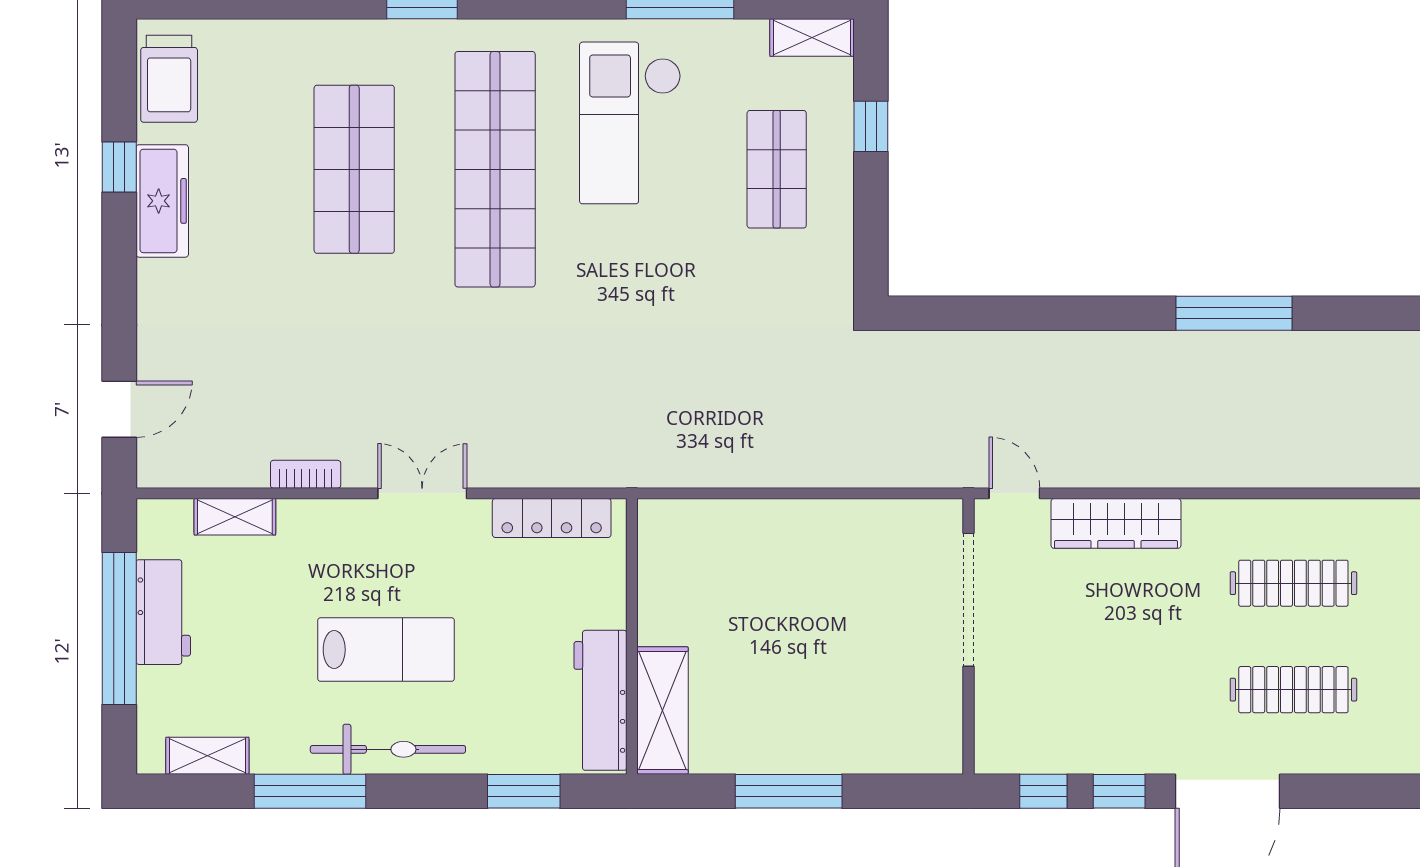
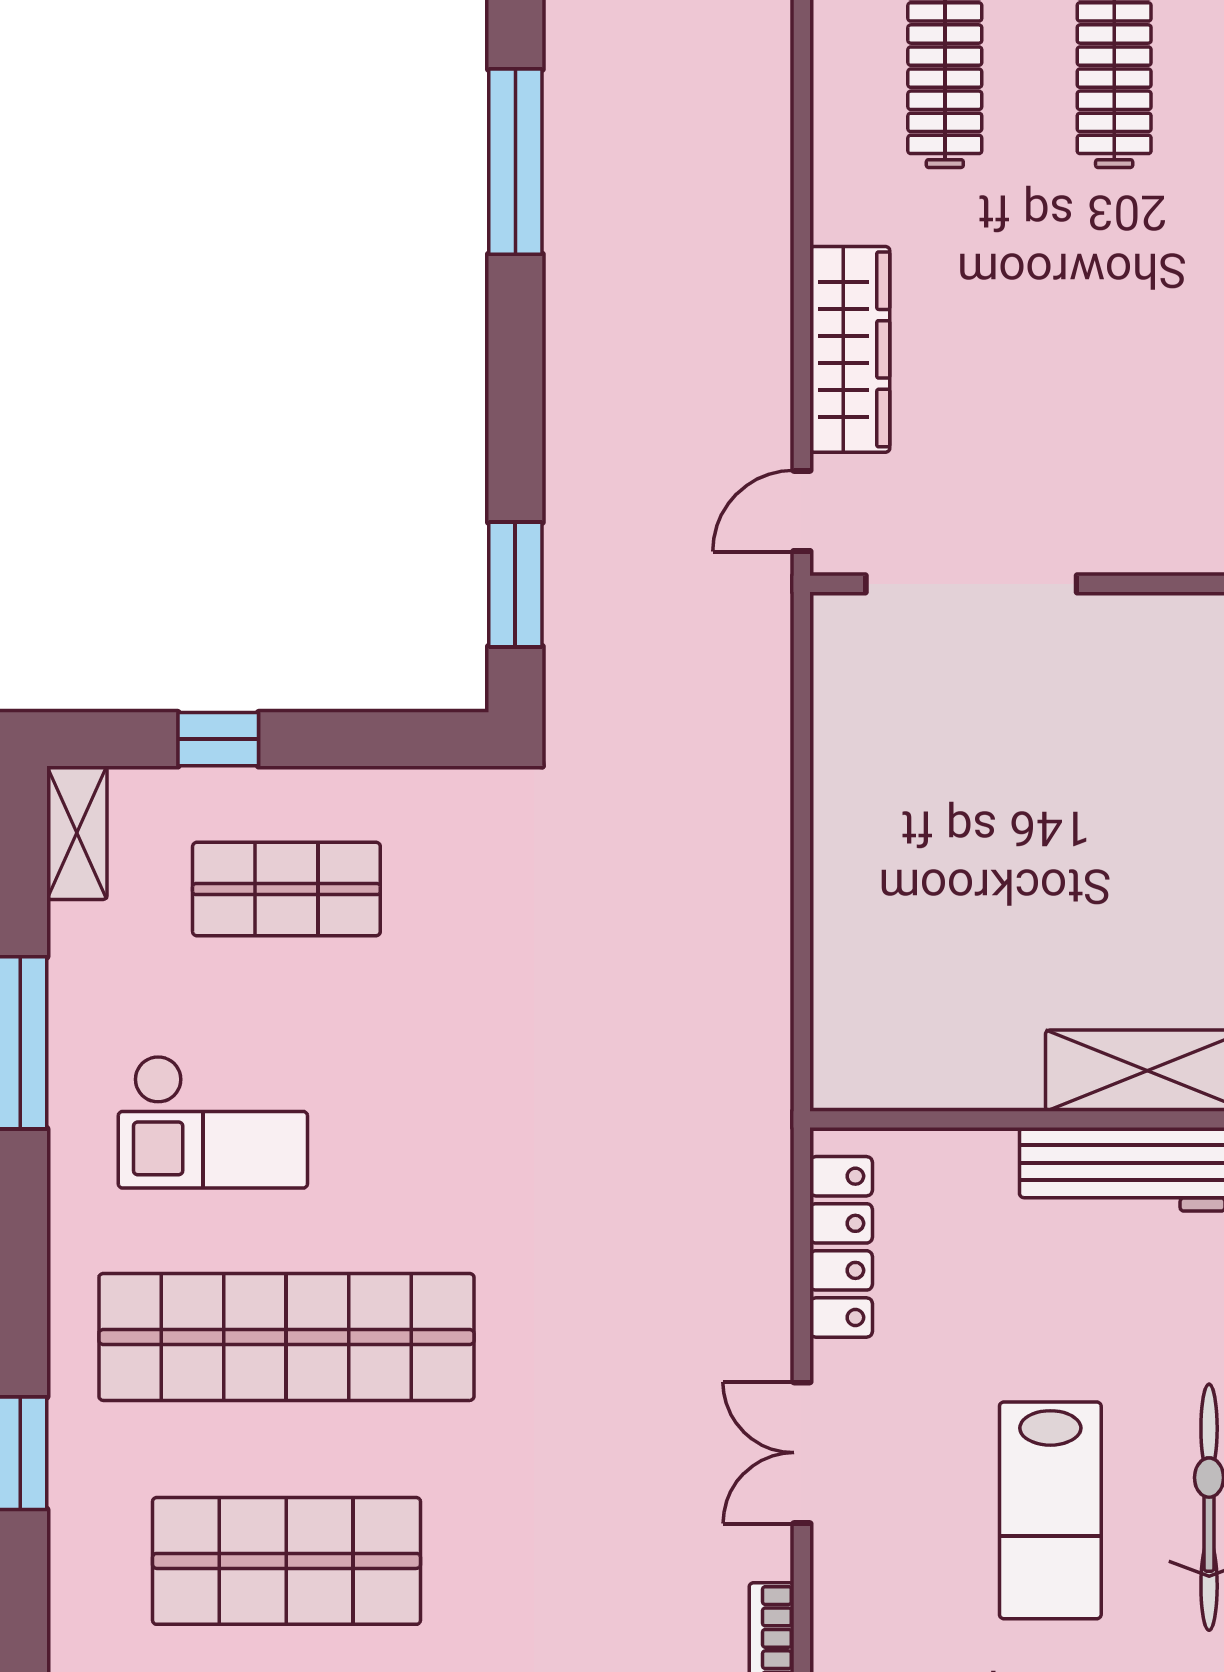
checkout: (630, 123) -> (213, 1122), width x0.73, depth x0.83
window: (968, 313) -> (515, 584), added
lab bench: (386, 650) -> (1050, 1510), turned 180

